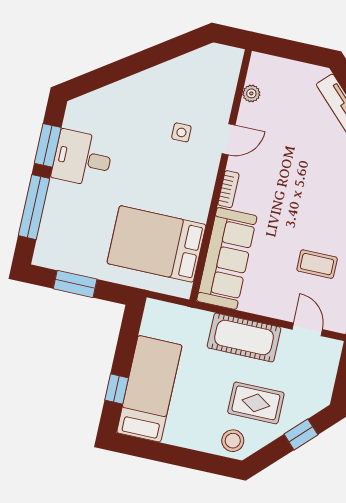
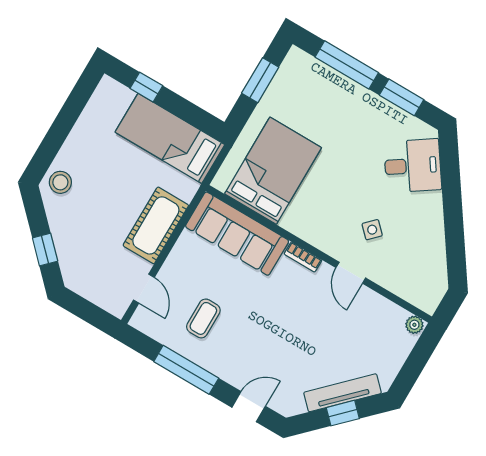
plant: (251, 93) -> (414, 325), moved
side table: (181, 132) -> (372, 230), turned 45
desk: (82, 159) -> (413, 166), moved, turned 56
door: (307, 329) -> (144, 289), hinge flipped
bed: (149, 389) -> (170, 138), moved, turned 180
rug: (256, 403) -> (89, 216), removed

